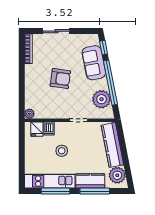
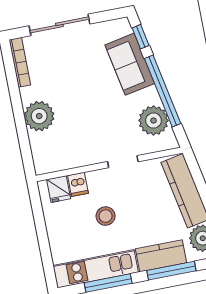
sliding door: (56, 31) -> (59, 25), width x1.37
armchair: (60, 79) -> (81, 100), removed
plant: (29, 114) -> (39, 116), moved, width x1.88, depth x1.88

